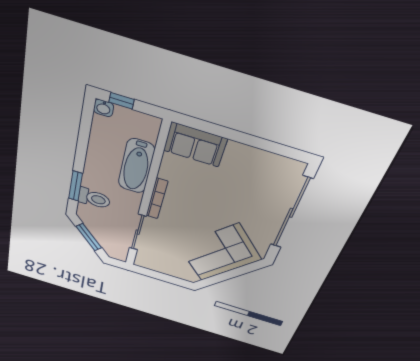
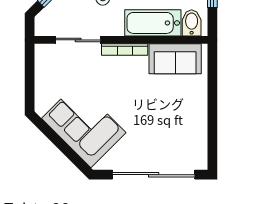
bidet: (145, 130) -> (192, 23), added
sofa: (195, 145) -> (175, 59), moved, turned -90

